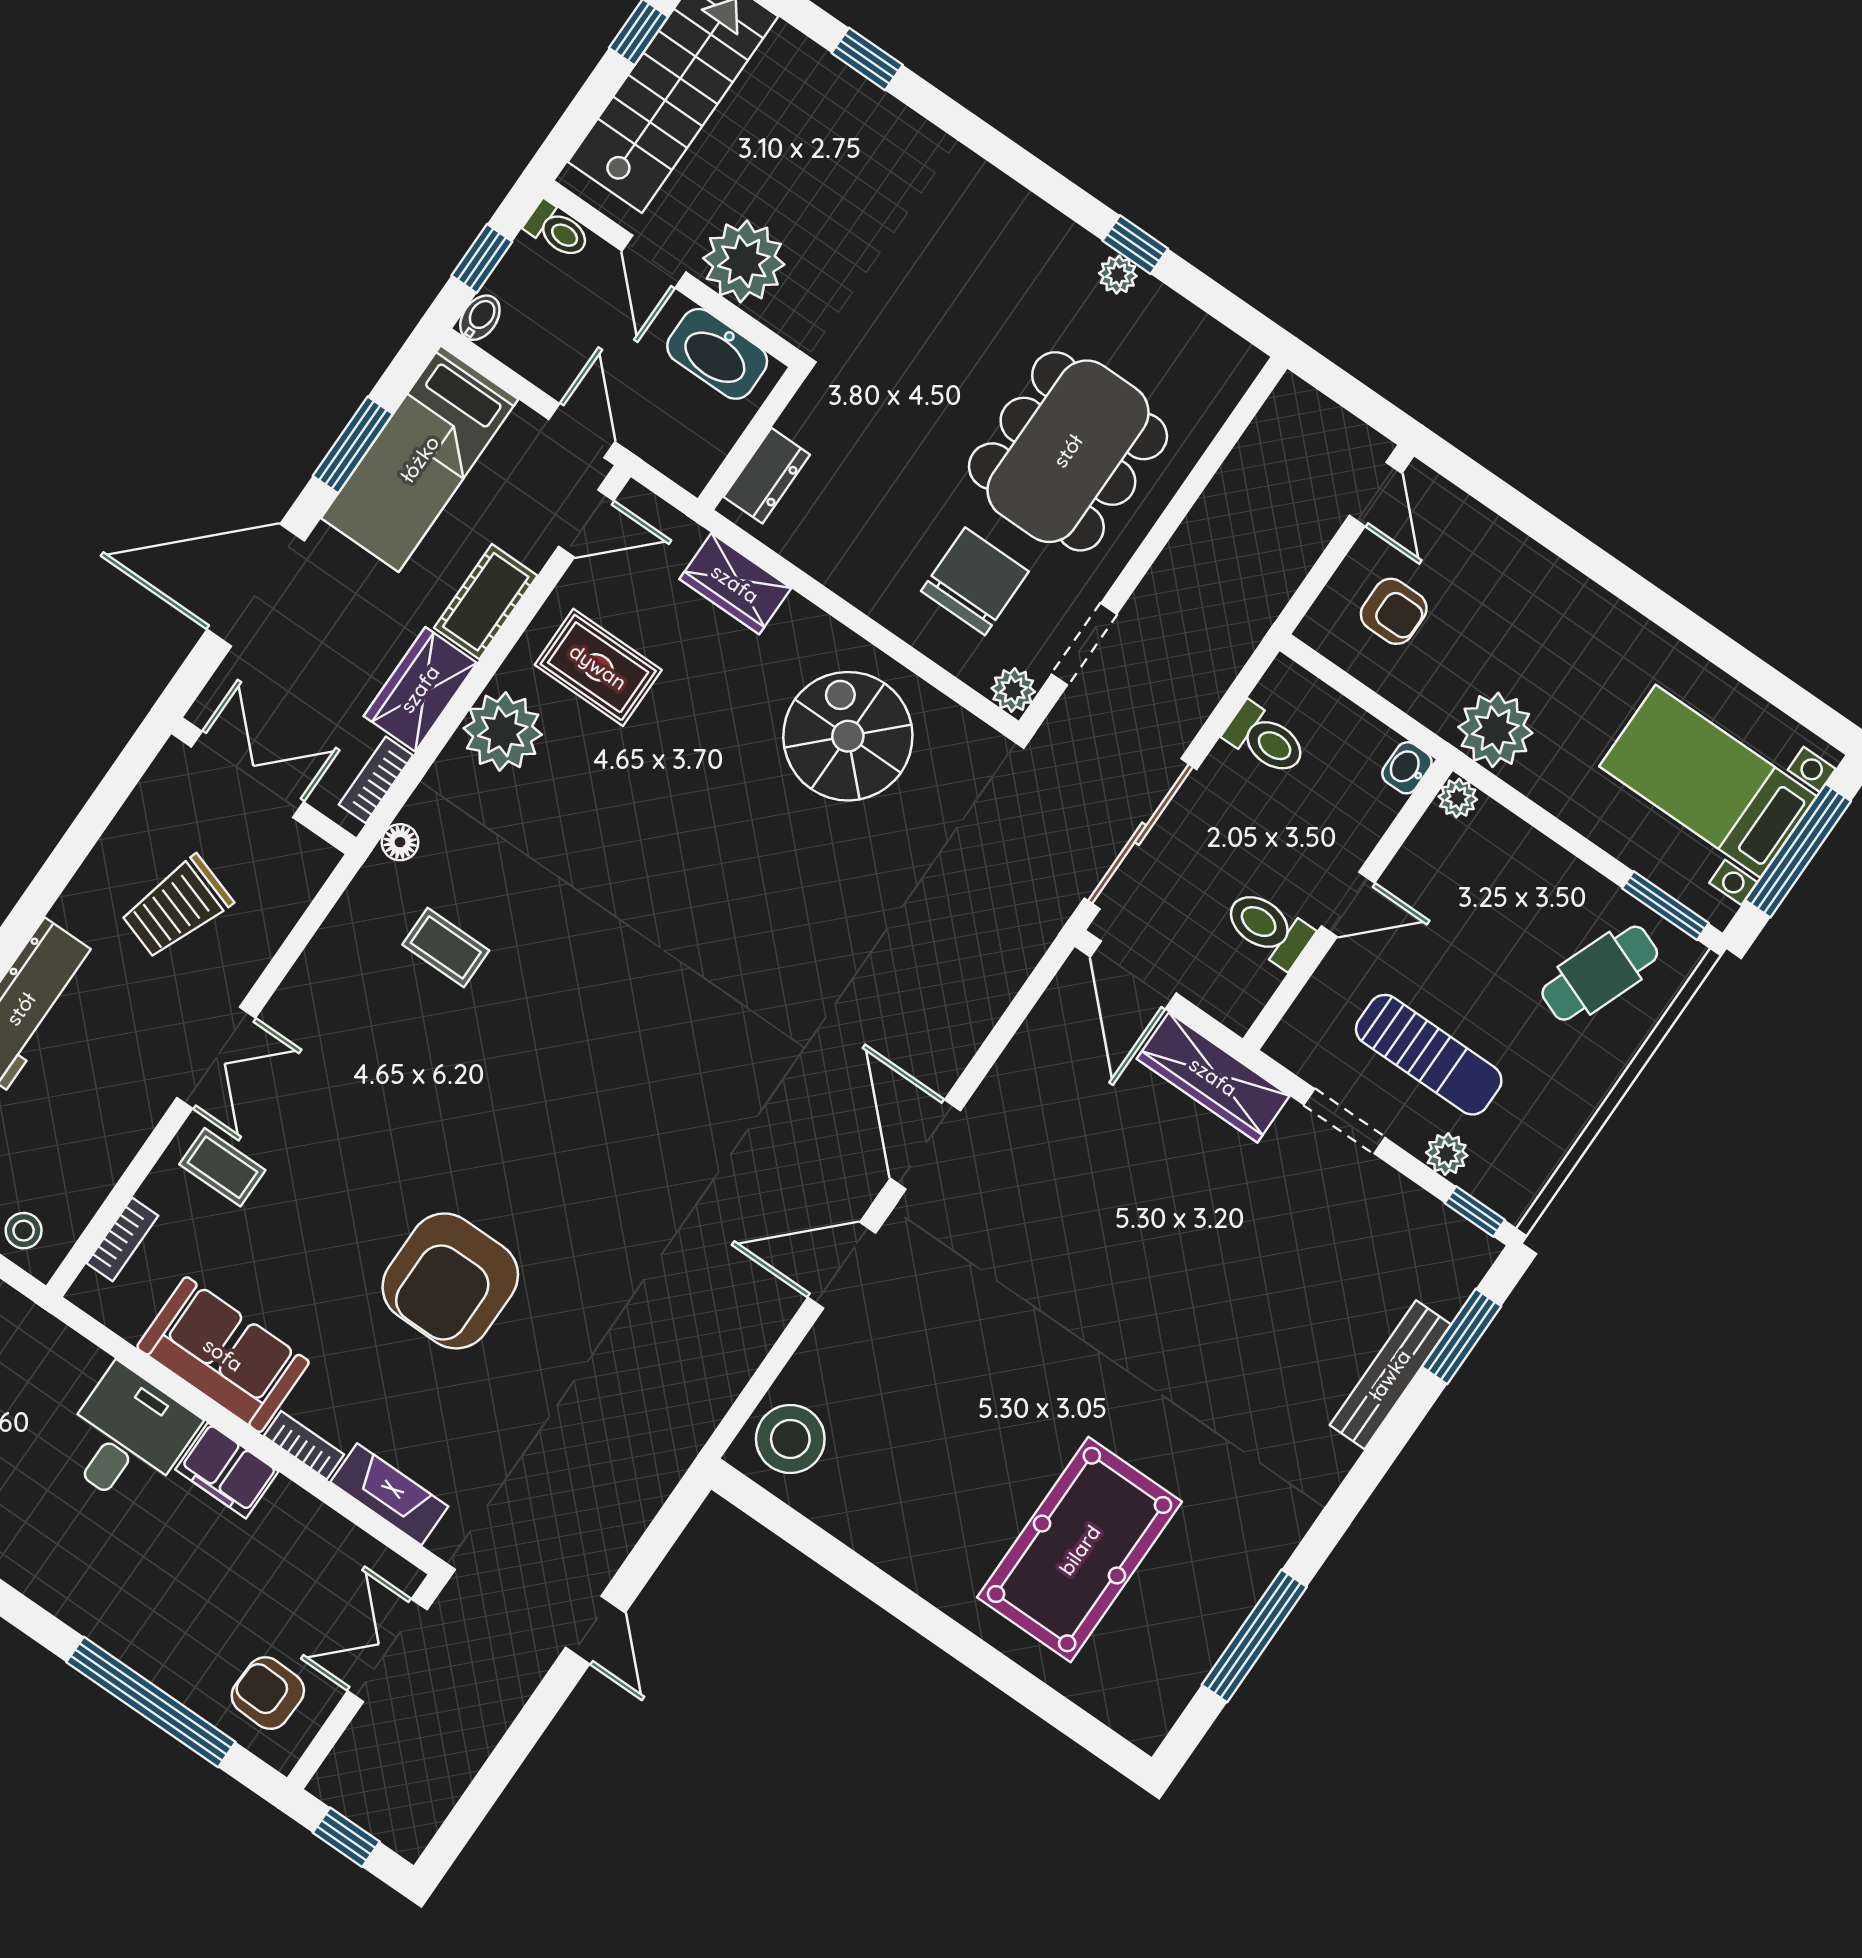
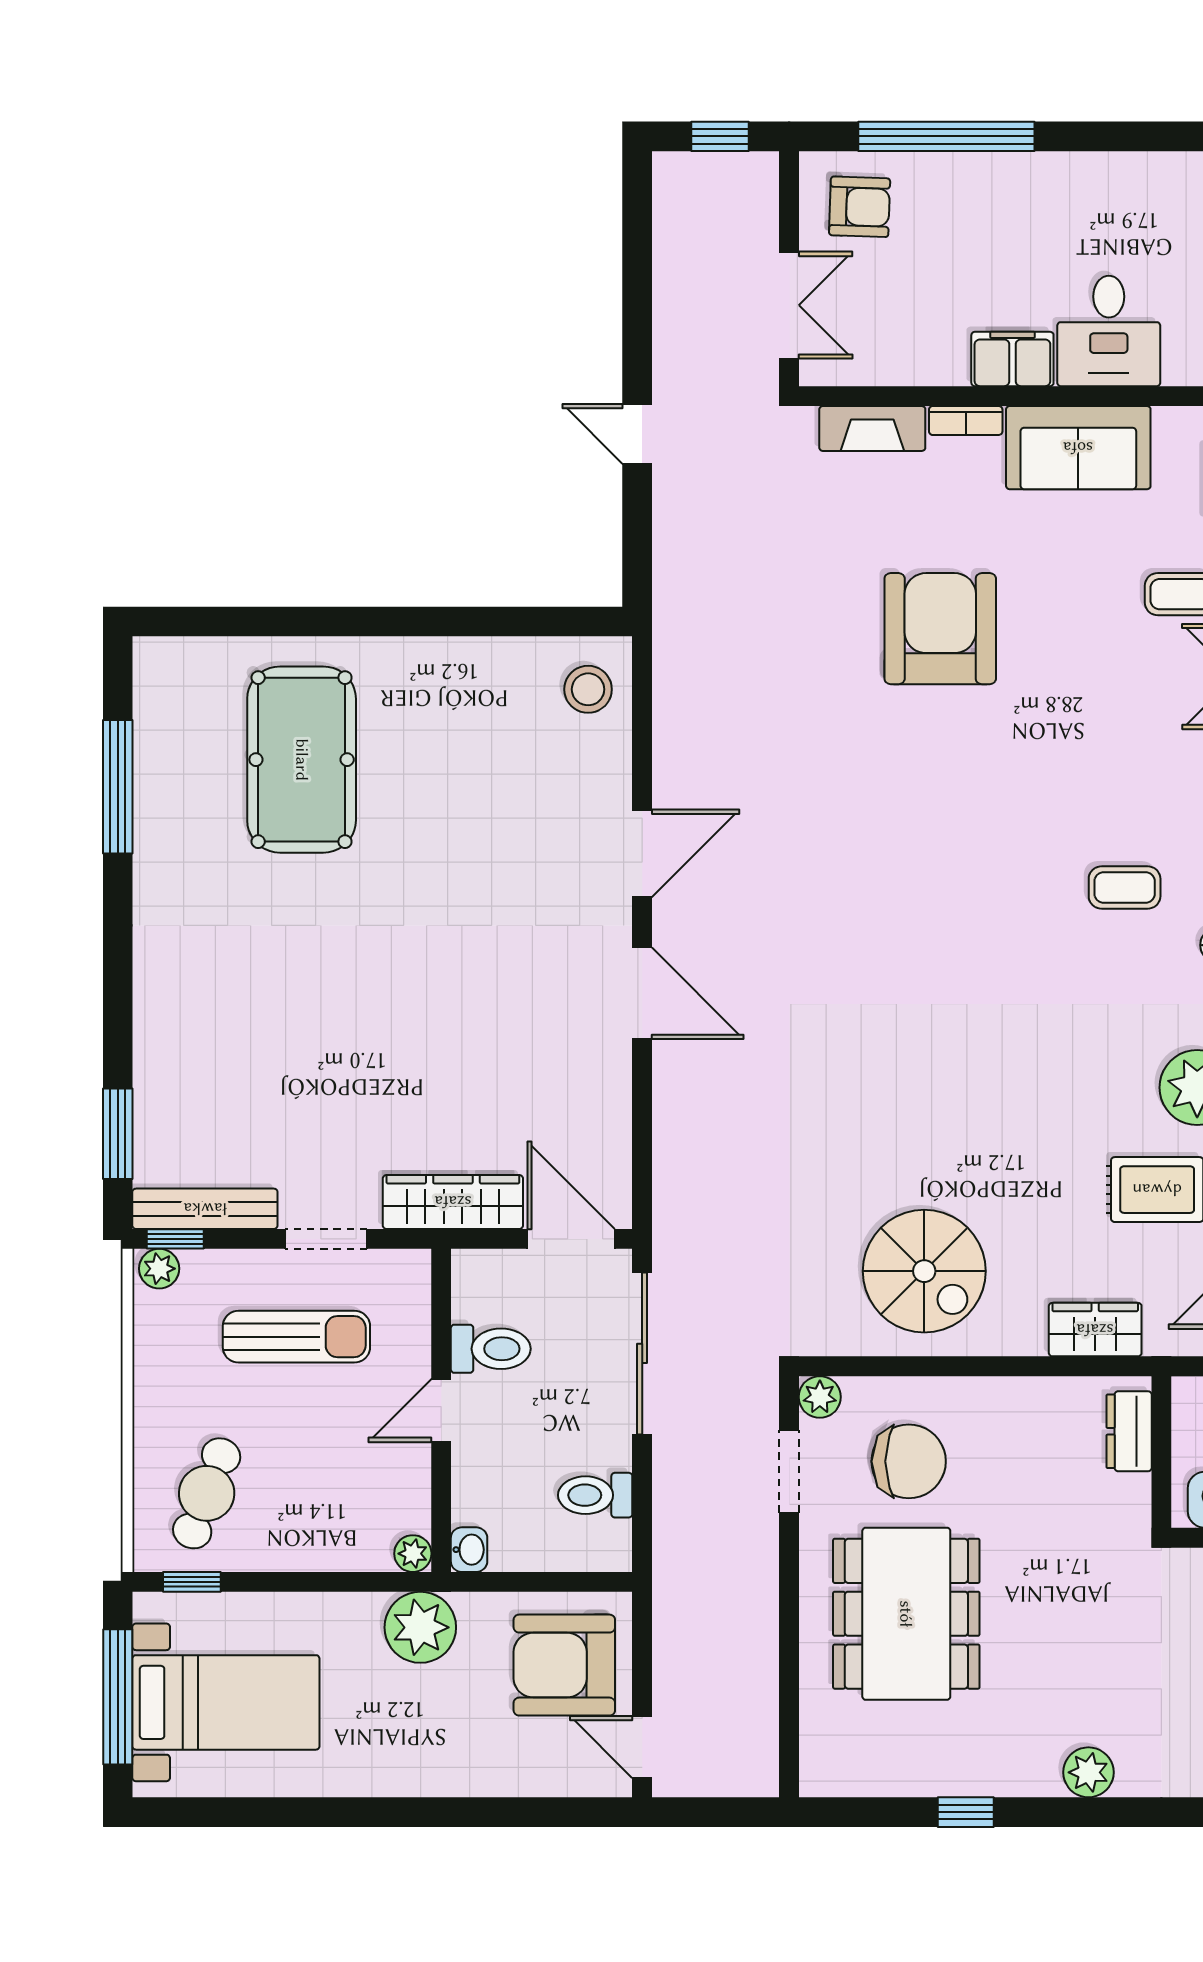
plant: (1118, 275) -> (1088, 1772), moved, width x1.38, depth x1.38
chair: (975, 581) -> (909, 1461), turned -90
armchair: (1394, 611) -> (564, 1665), width x1.88, depth x1.88
window: (1665, 906) -> (192, 1582), width x0.67
sun lounger: (1429, 1055) -> (296, 1337), turned 180
plant: (1447, 1154) -> (159, 1269), moved
bench: (1390, 1375) -> (205, 1209), moved, turned 90
stool: (790, 1439) -> (588, 689), width x0.73, depth x0.73

